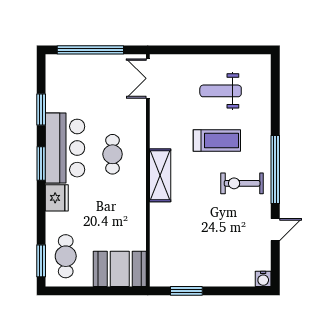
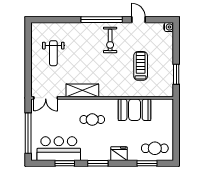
treadmill: (217, 141) -> (141, 66), moved
bar counter: (65, 148) -> (59, 149), moved
shelving: (160, 175) -> (82, 90), moved
window: (41, 261) -> (147, 163), moved
booth: (120, 269) -> (135, 110), moved, turned 90

